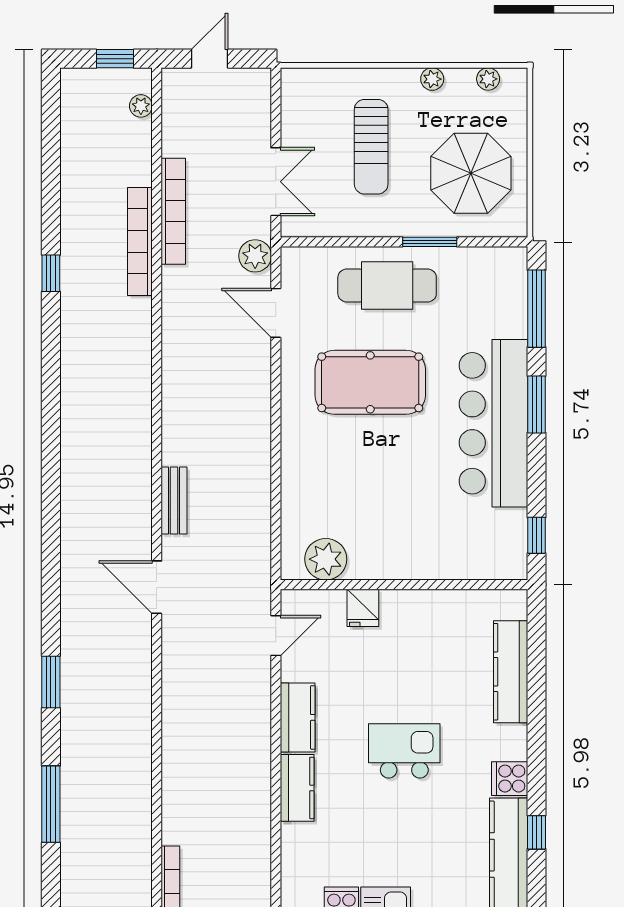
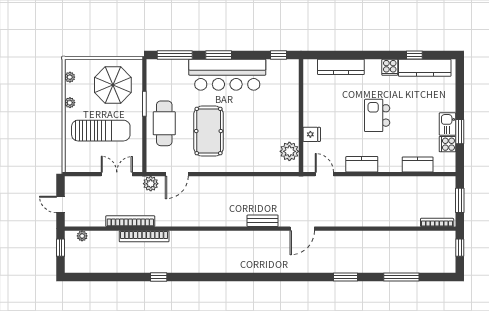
sun lounger: (371, 147) -> (101, 131), width x1.36, depth x1.34
kitchen counter: (297, 788) -> (418, 164), moved

